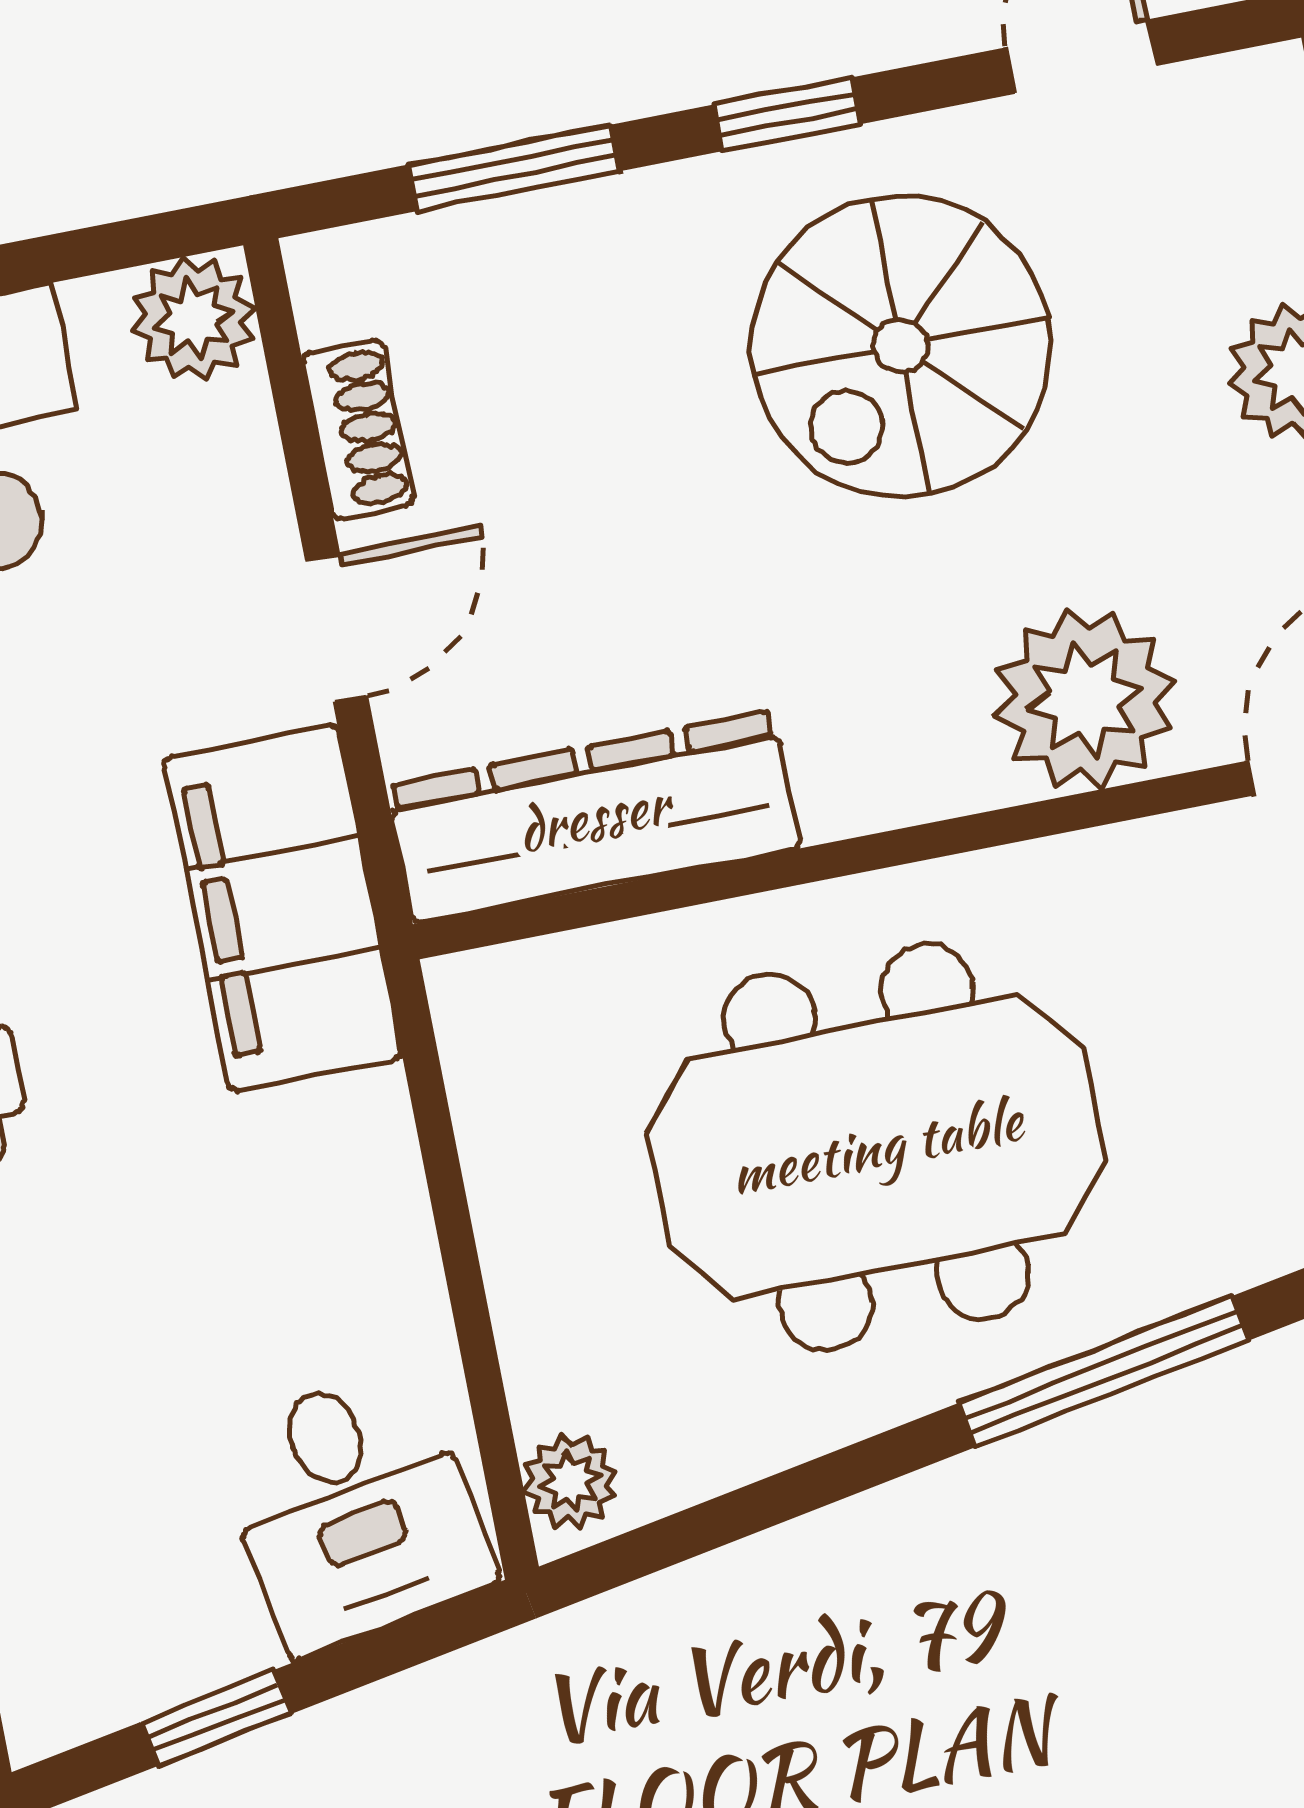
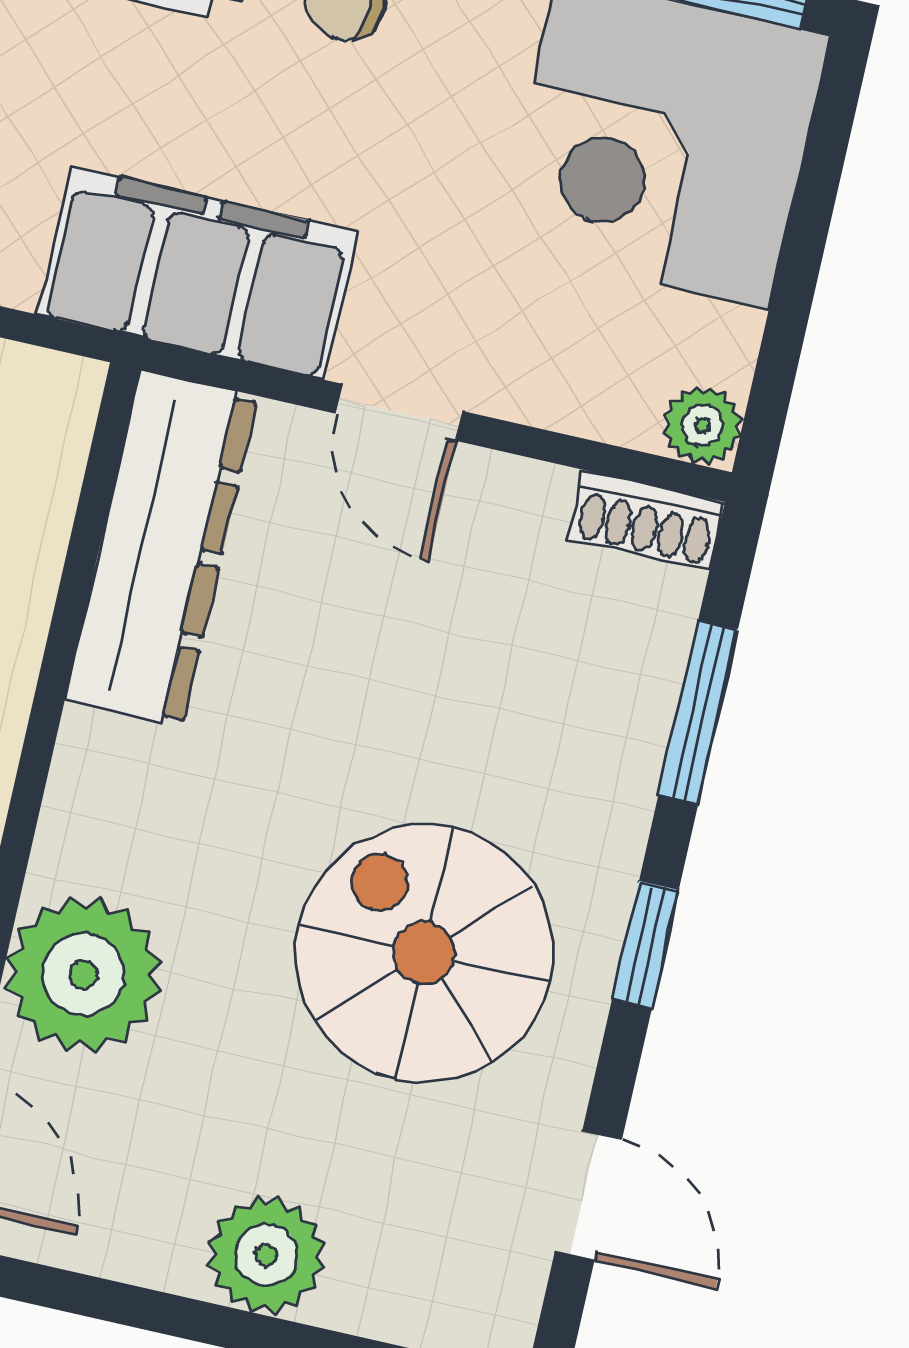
plant: (194, 319) -> (702, 425), width x0.73, depth x0.73
shoe rack: (358, 429) -> (646, 520), moved

